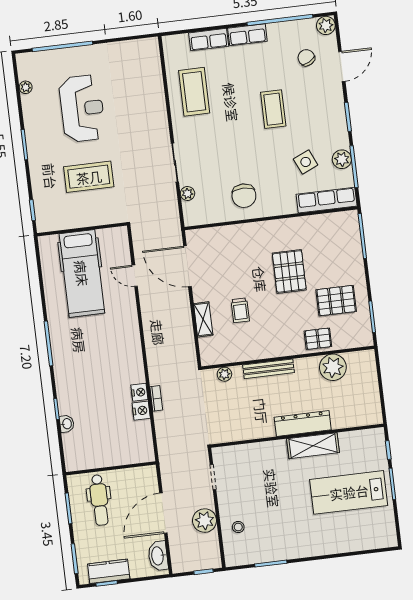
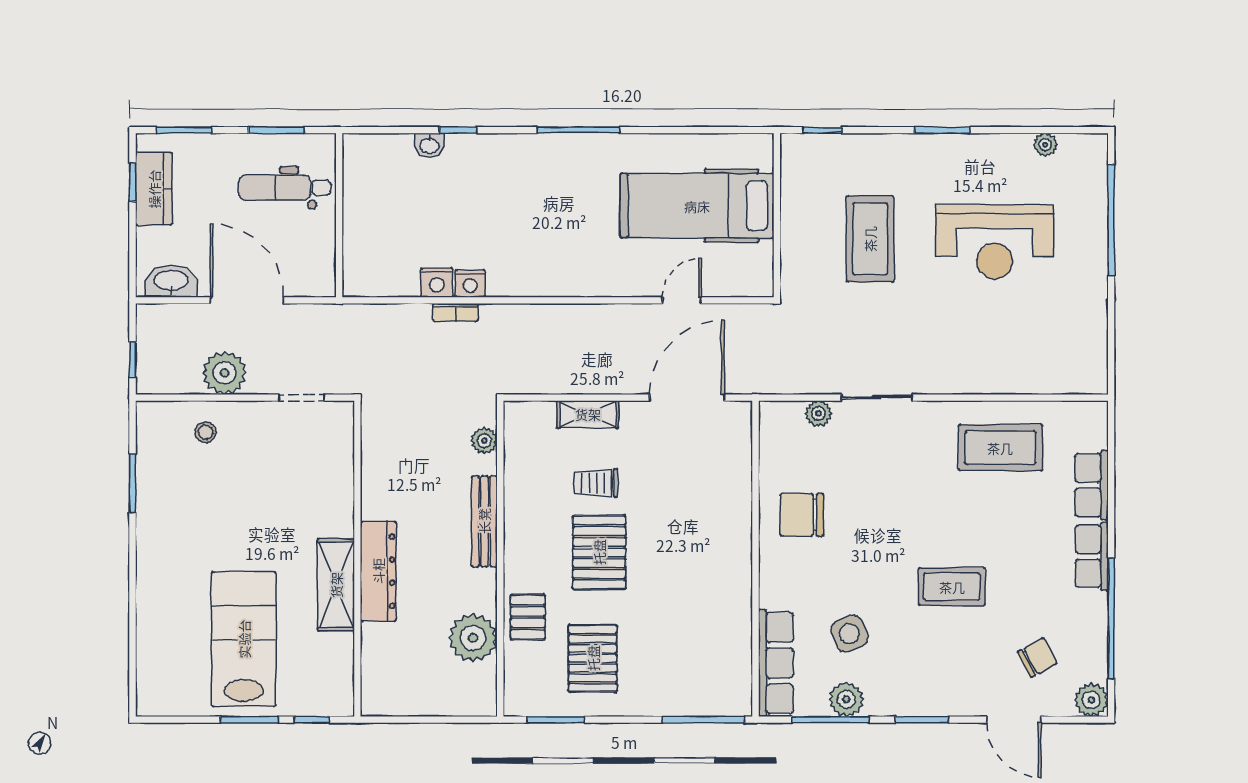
pallet: (289, 271) -> (599, 552), moved, turned 90

